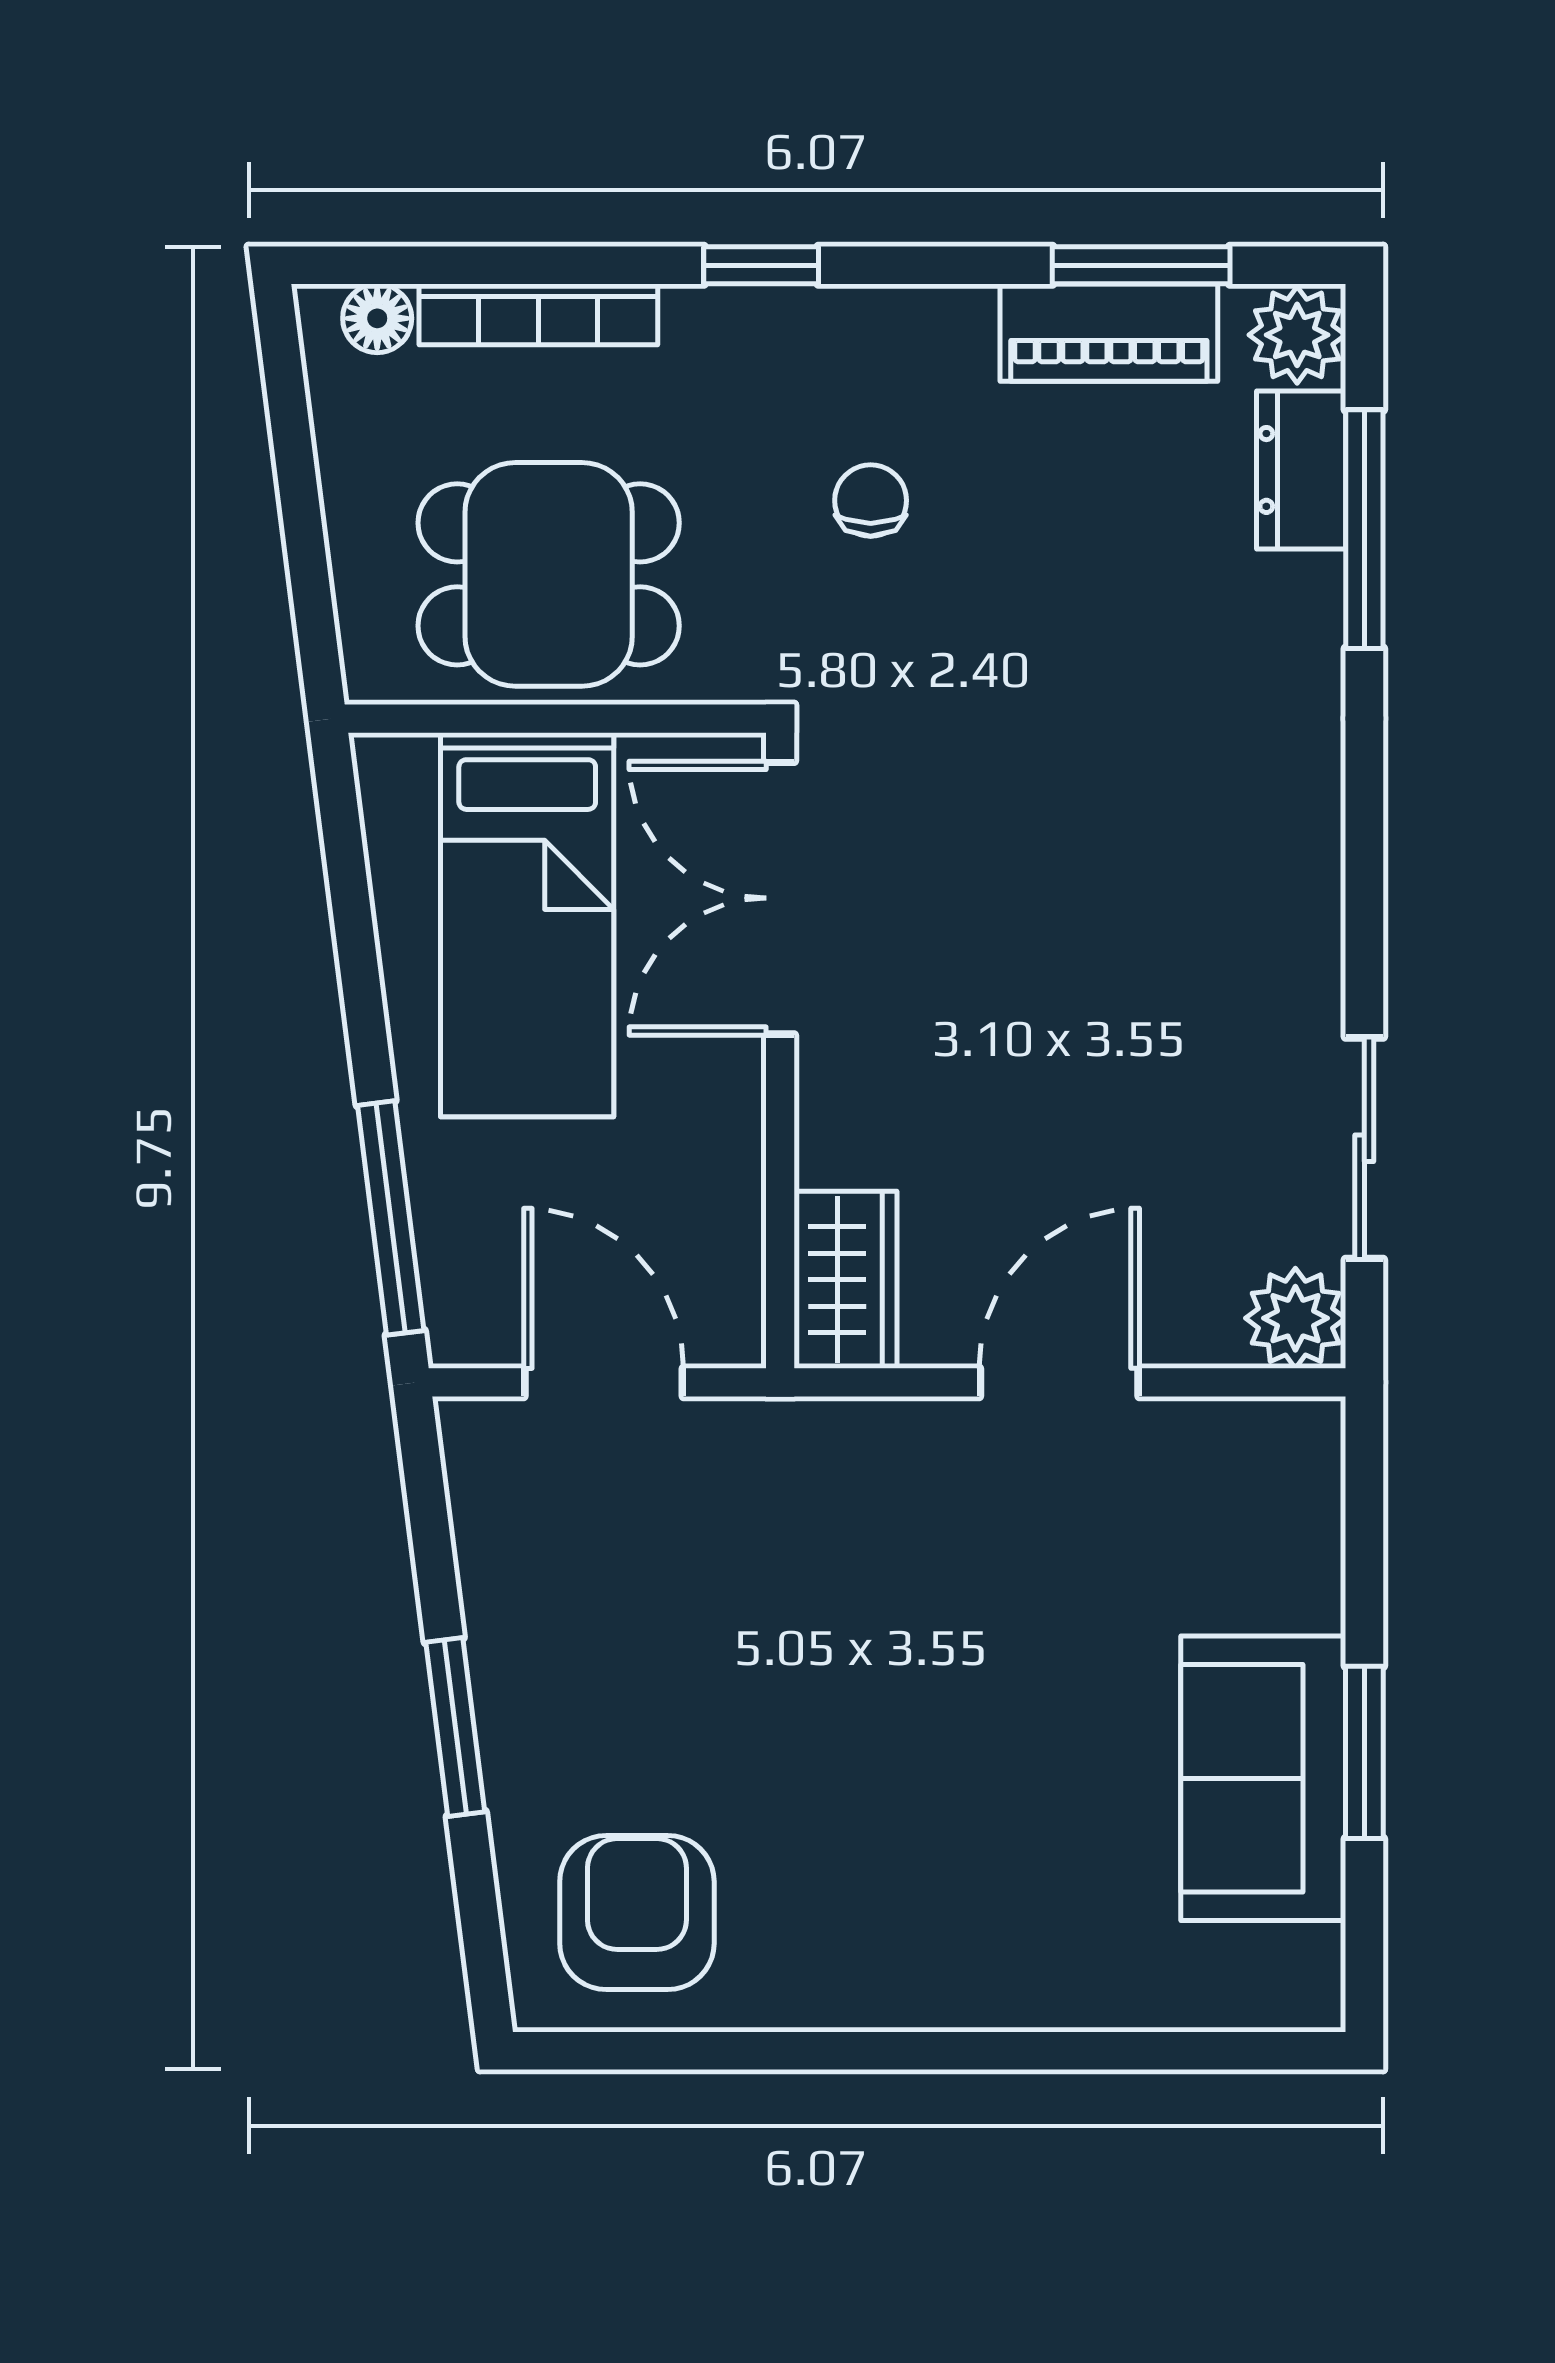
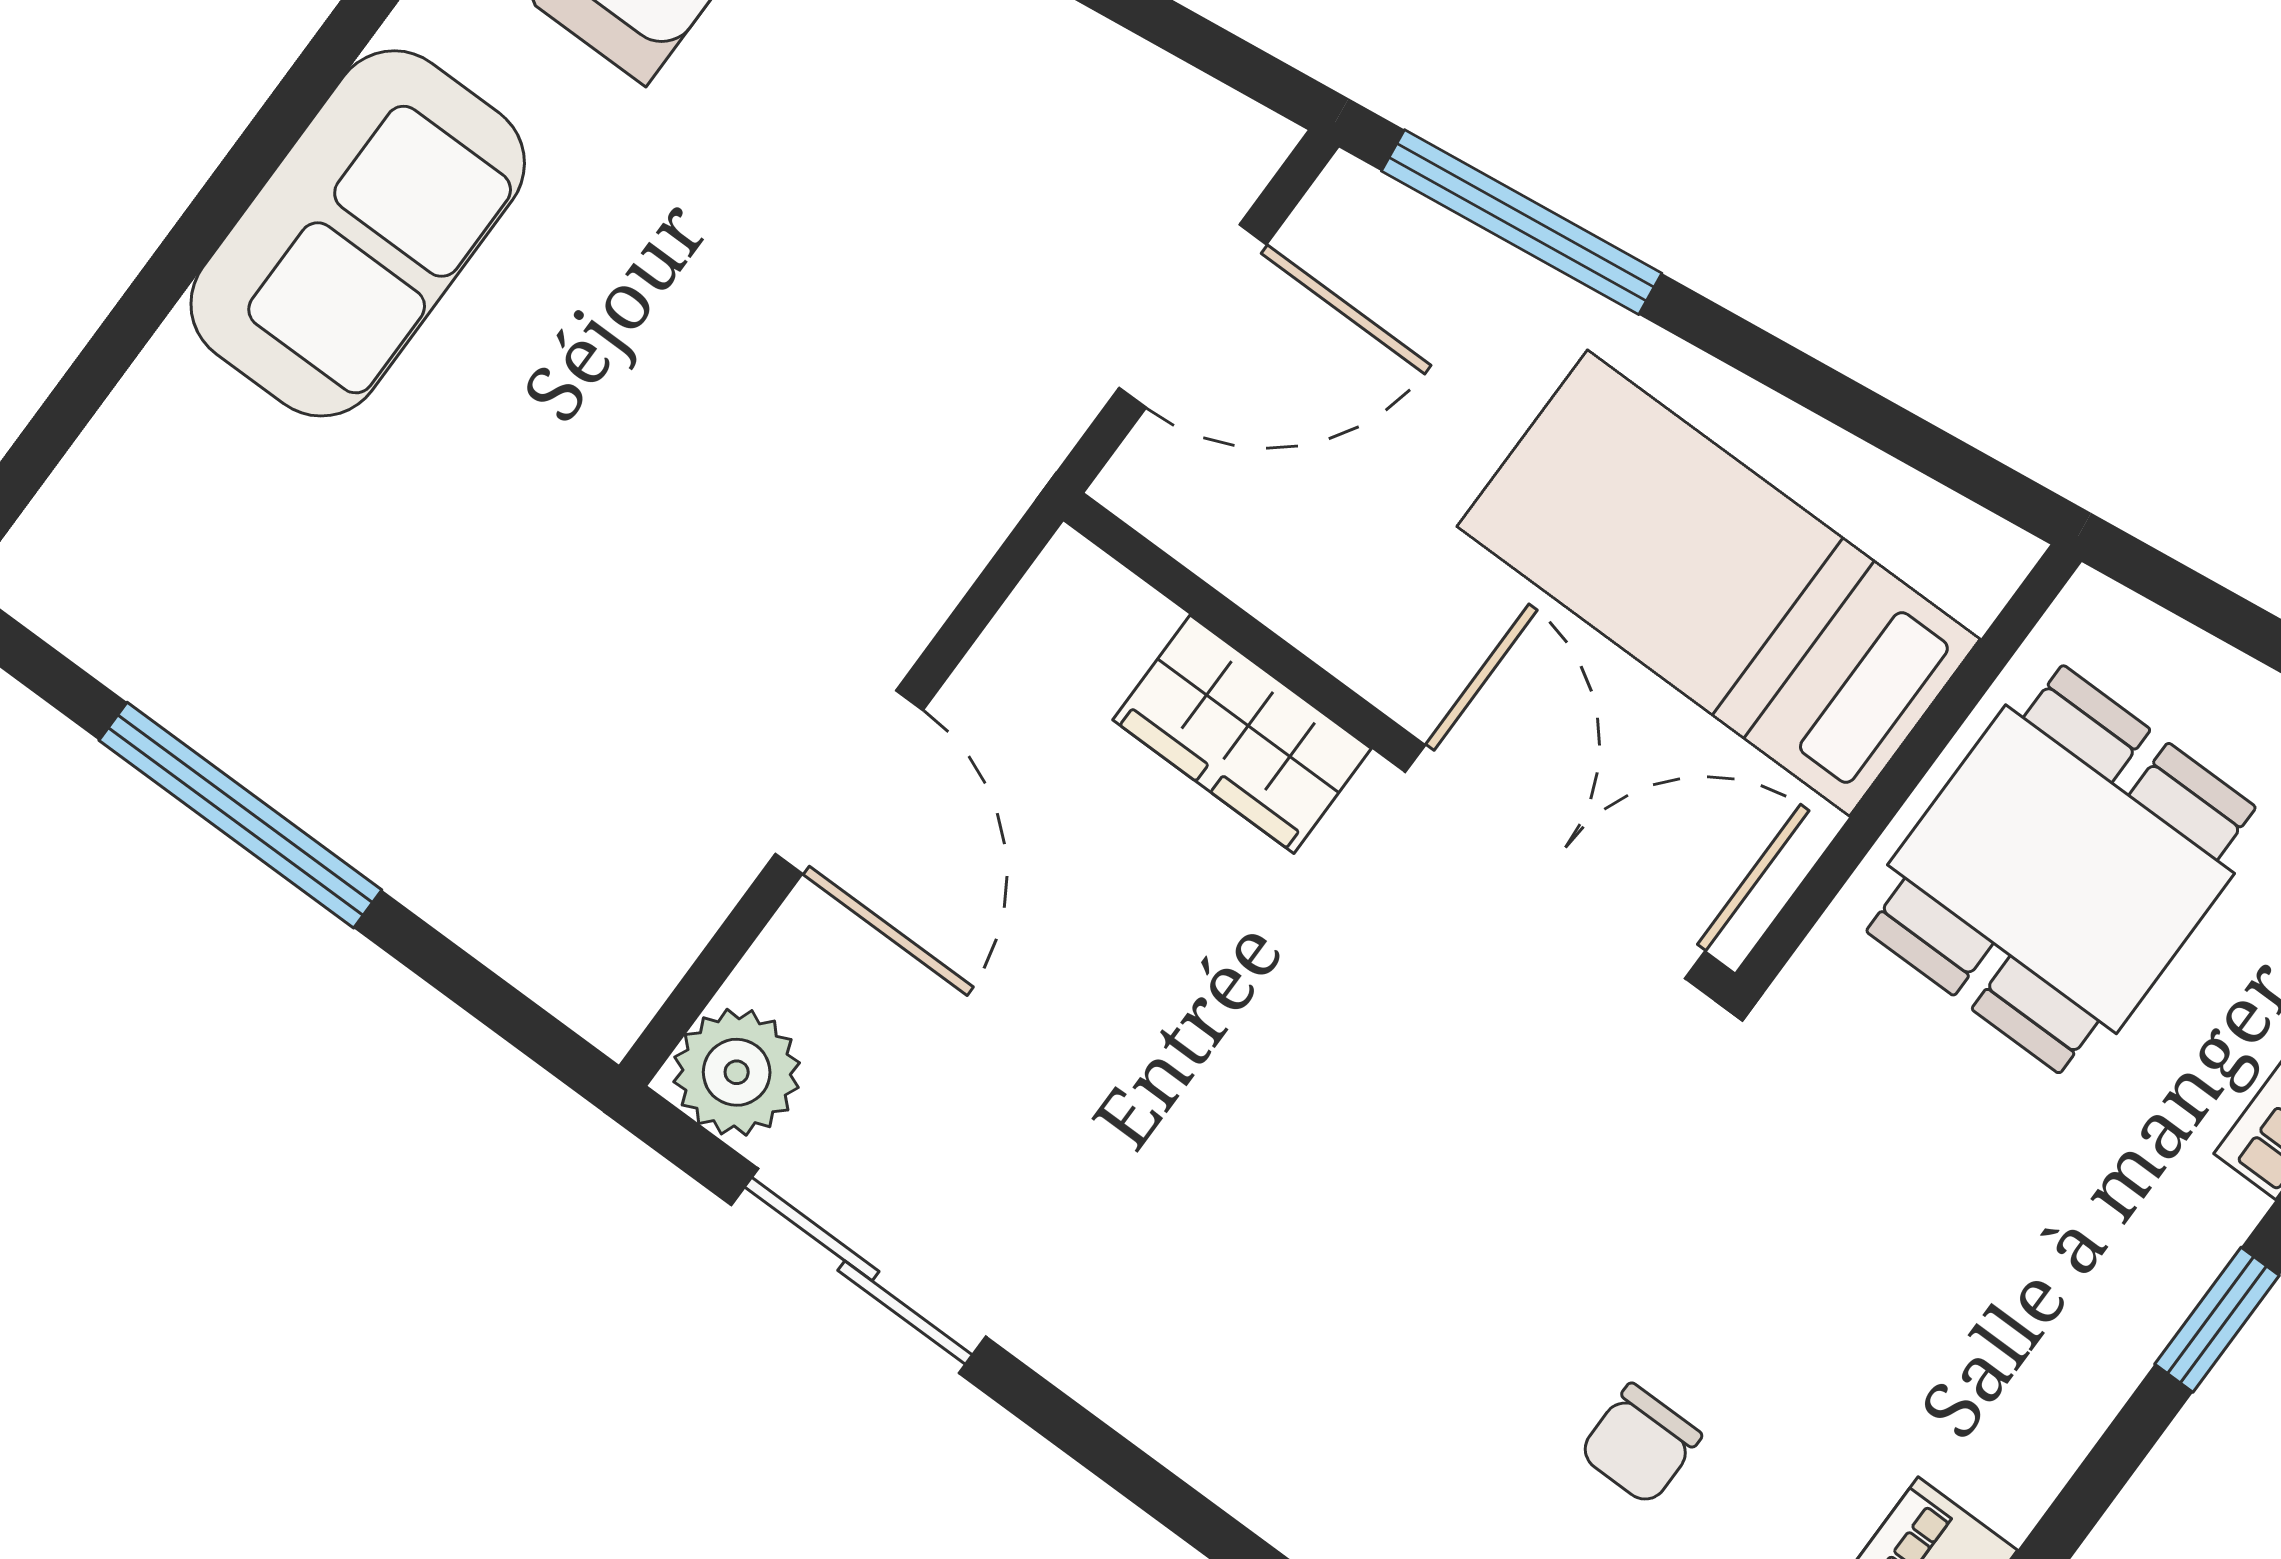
chair: (871, 500) -> (1640, 1444), moved, turned 90
wardrobe: (845, 1280) -> (1242, 734), moved
window: (1364, 1752) -> (240, 815), width x1.44
sofa: (1263, 1778) -> (358, 233), moved, turned 90

